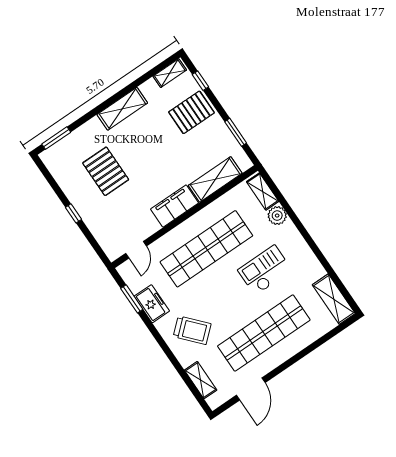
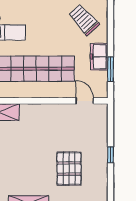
filing cabinet: (175, 206) -> (38, 113), removed
door: (136, 250) -> (85, 101), hinge flipped

